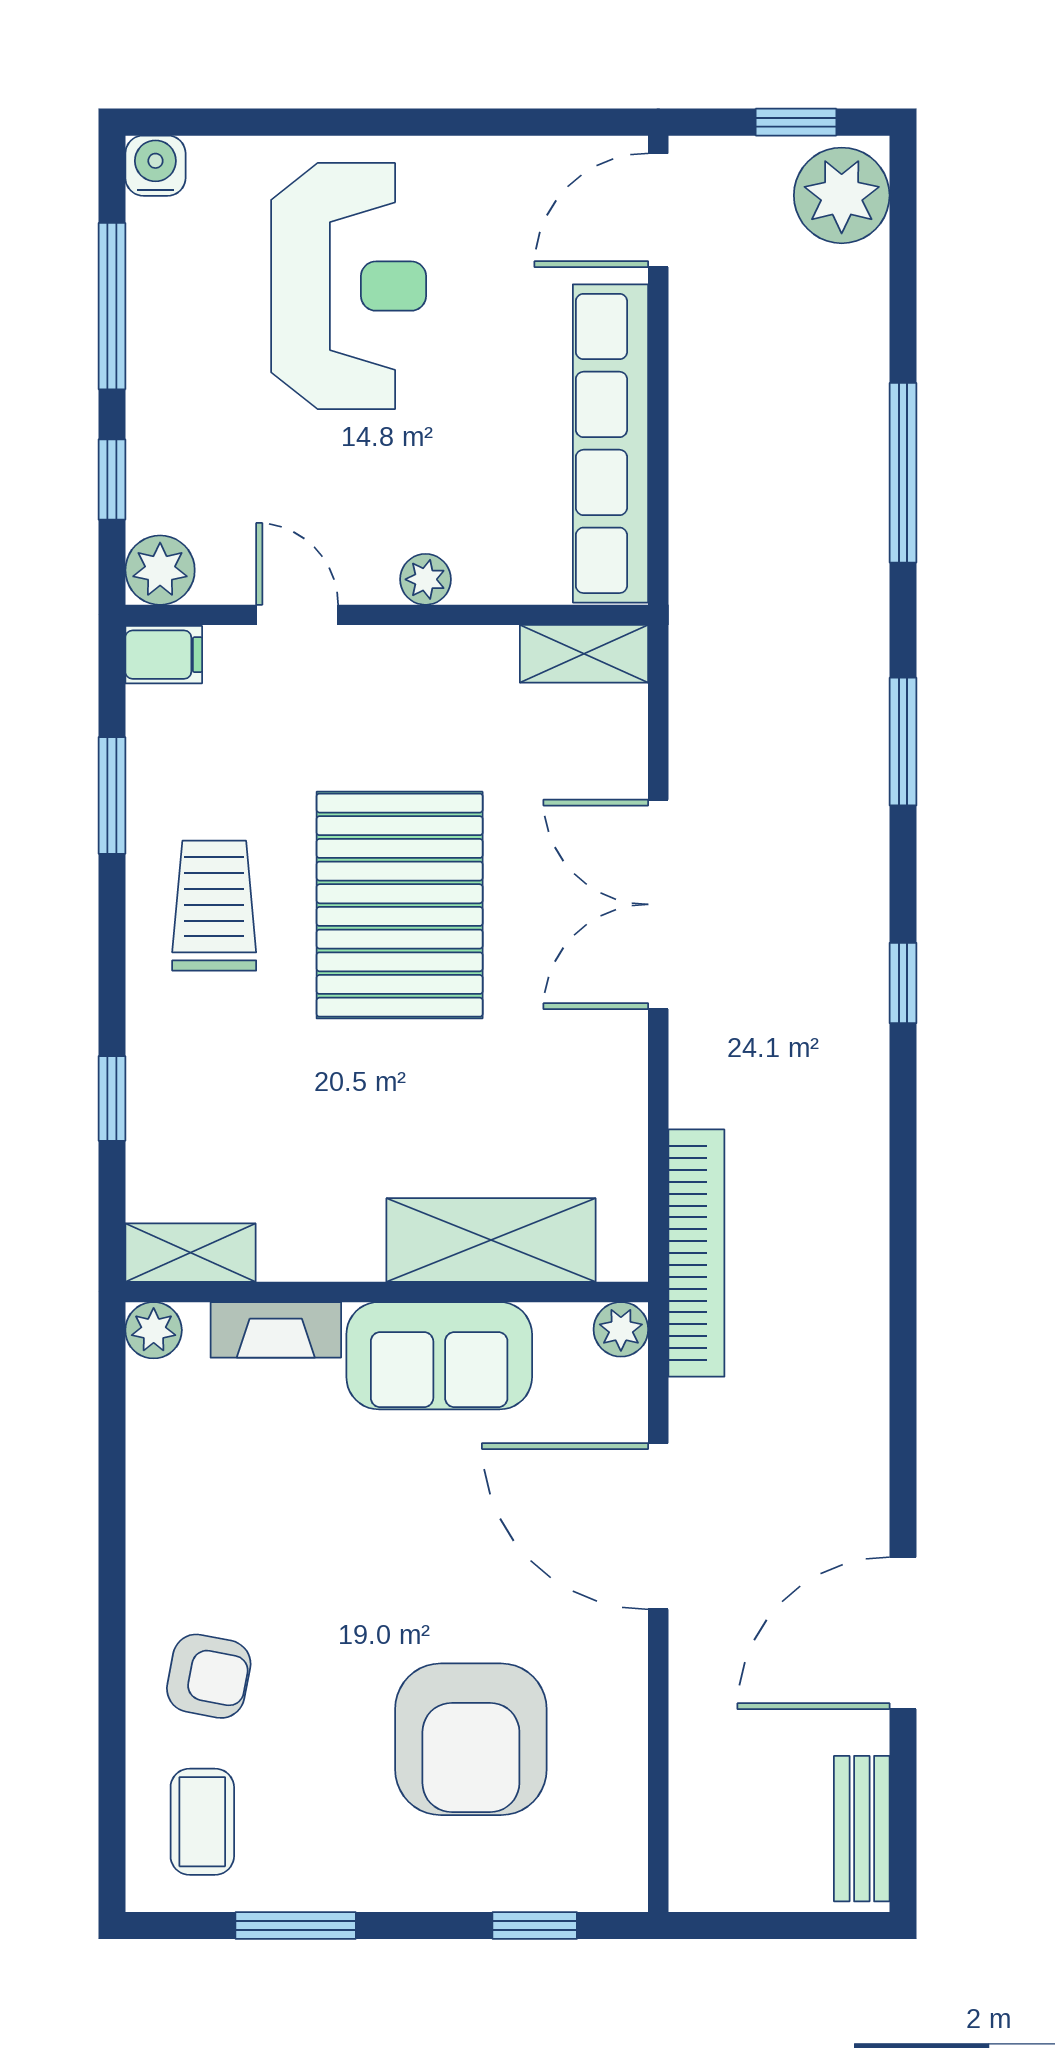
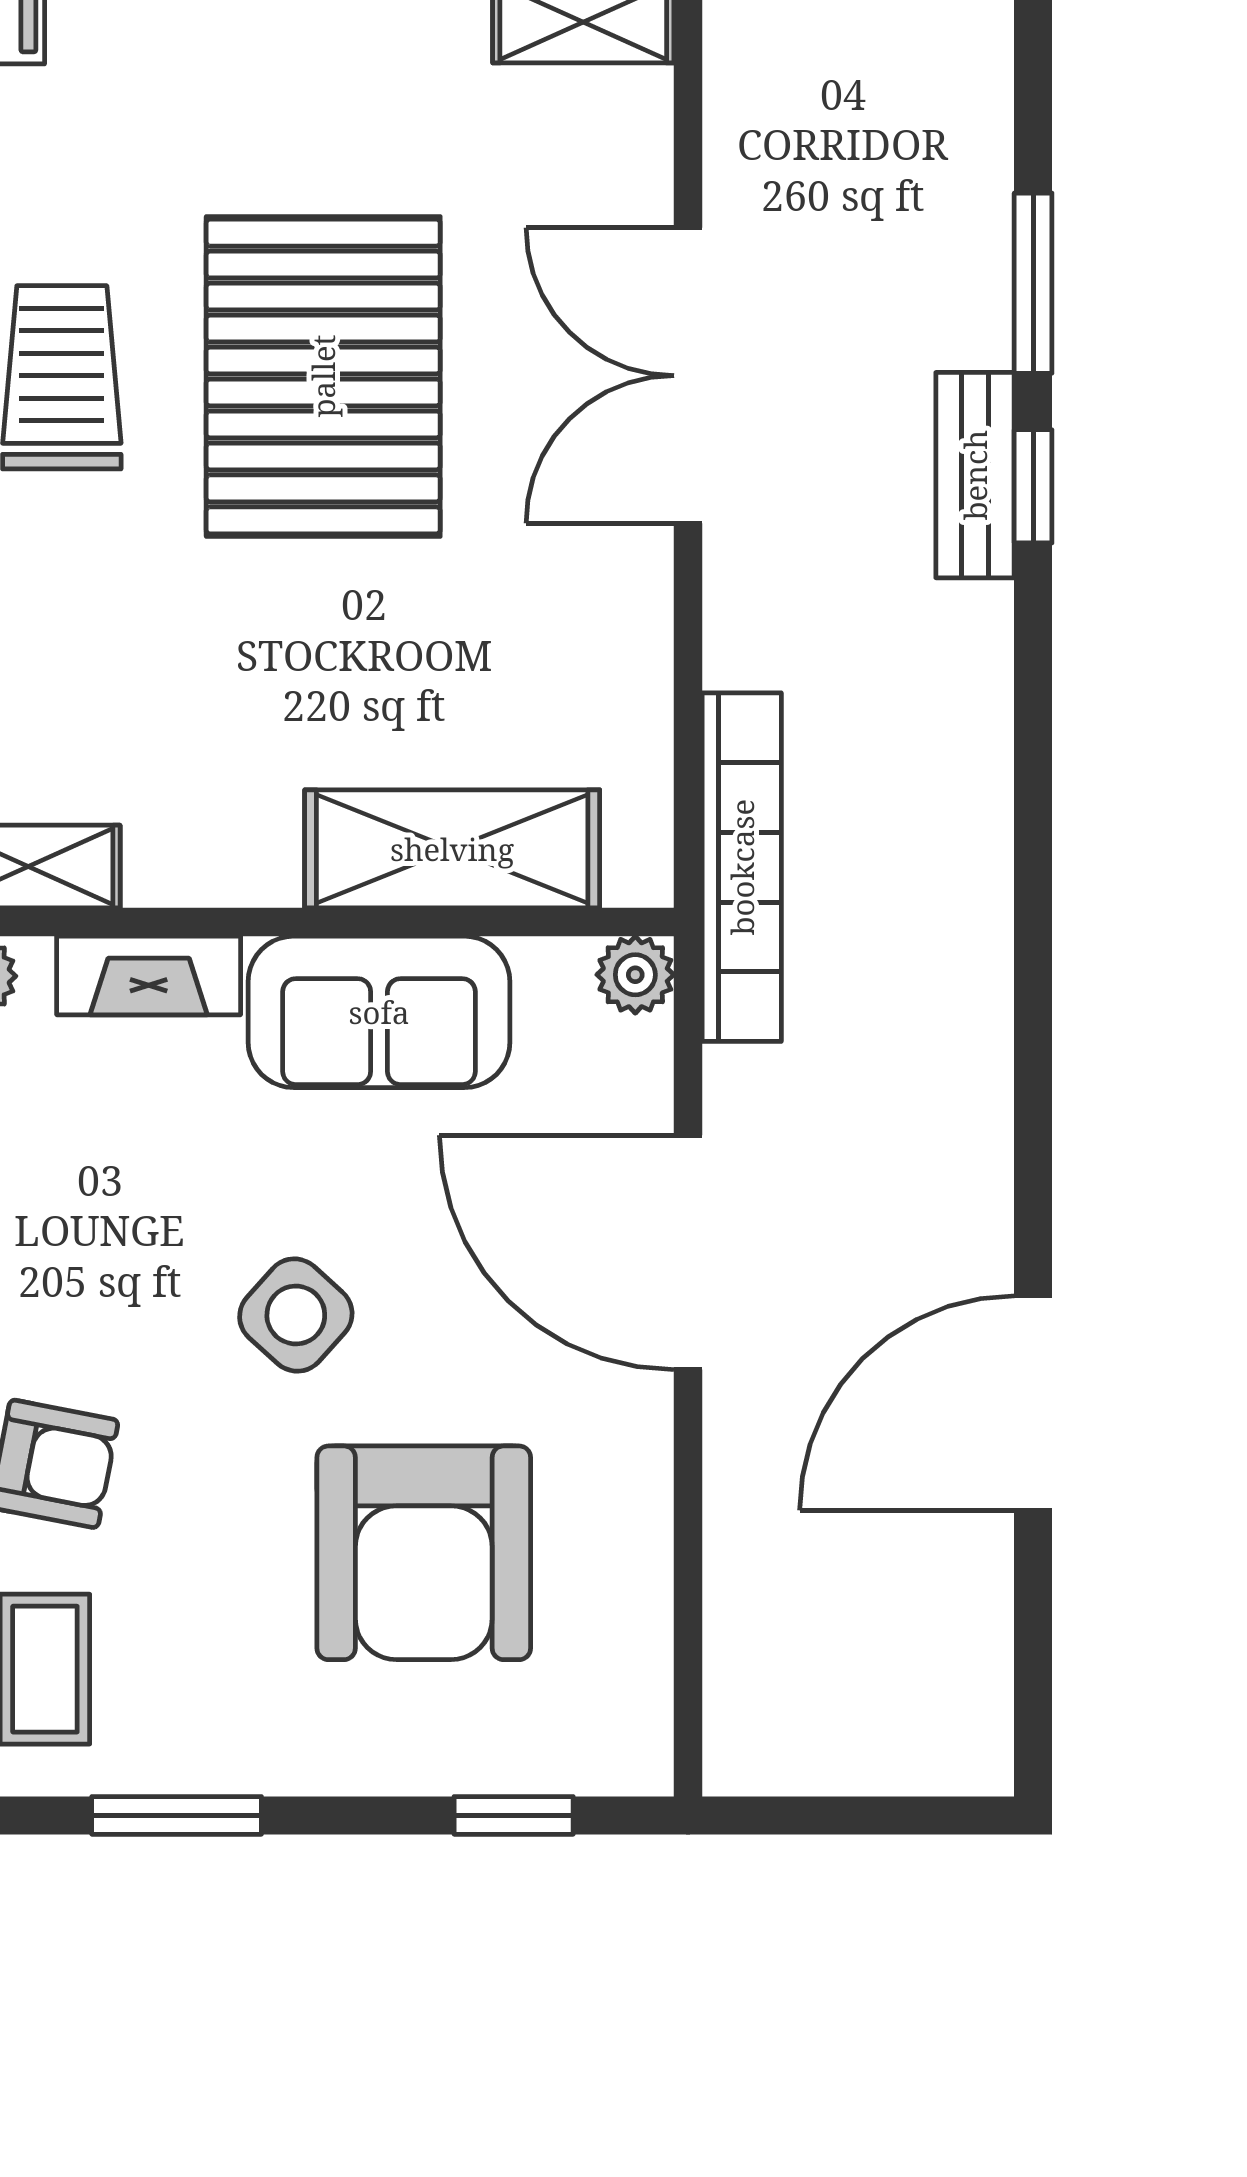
window: (903, 742) -> (1033, 283), moved
side table: (380, 1571) -> (296, 1315), added
bench: (862, 1829) -> (975, 475), moved

